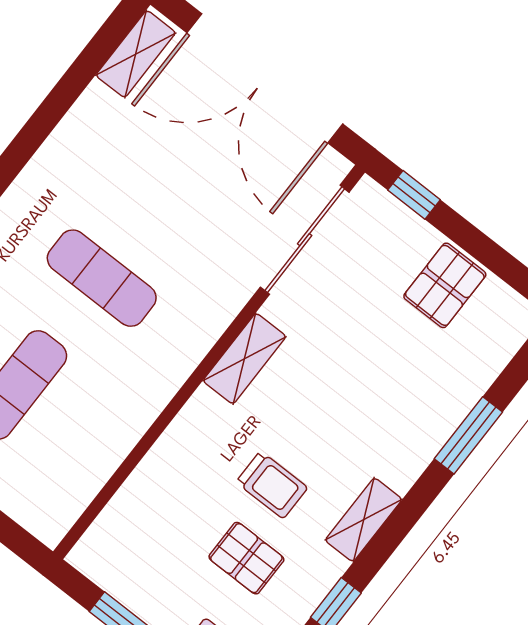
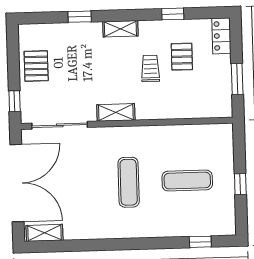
pallet: (445, 285) -> (36, 66), turned 90
window: (468, 435) -> (80, 17), width x0.67
shelving: (364, 520) -> (120, 29), moved

